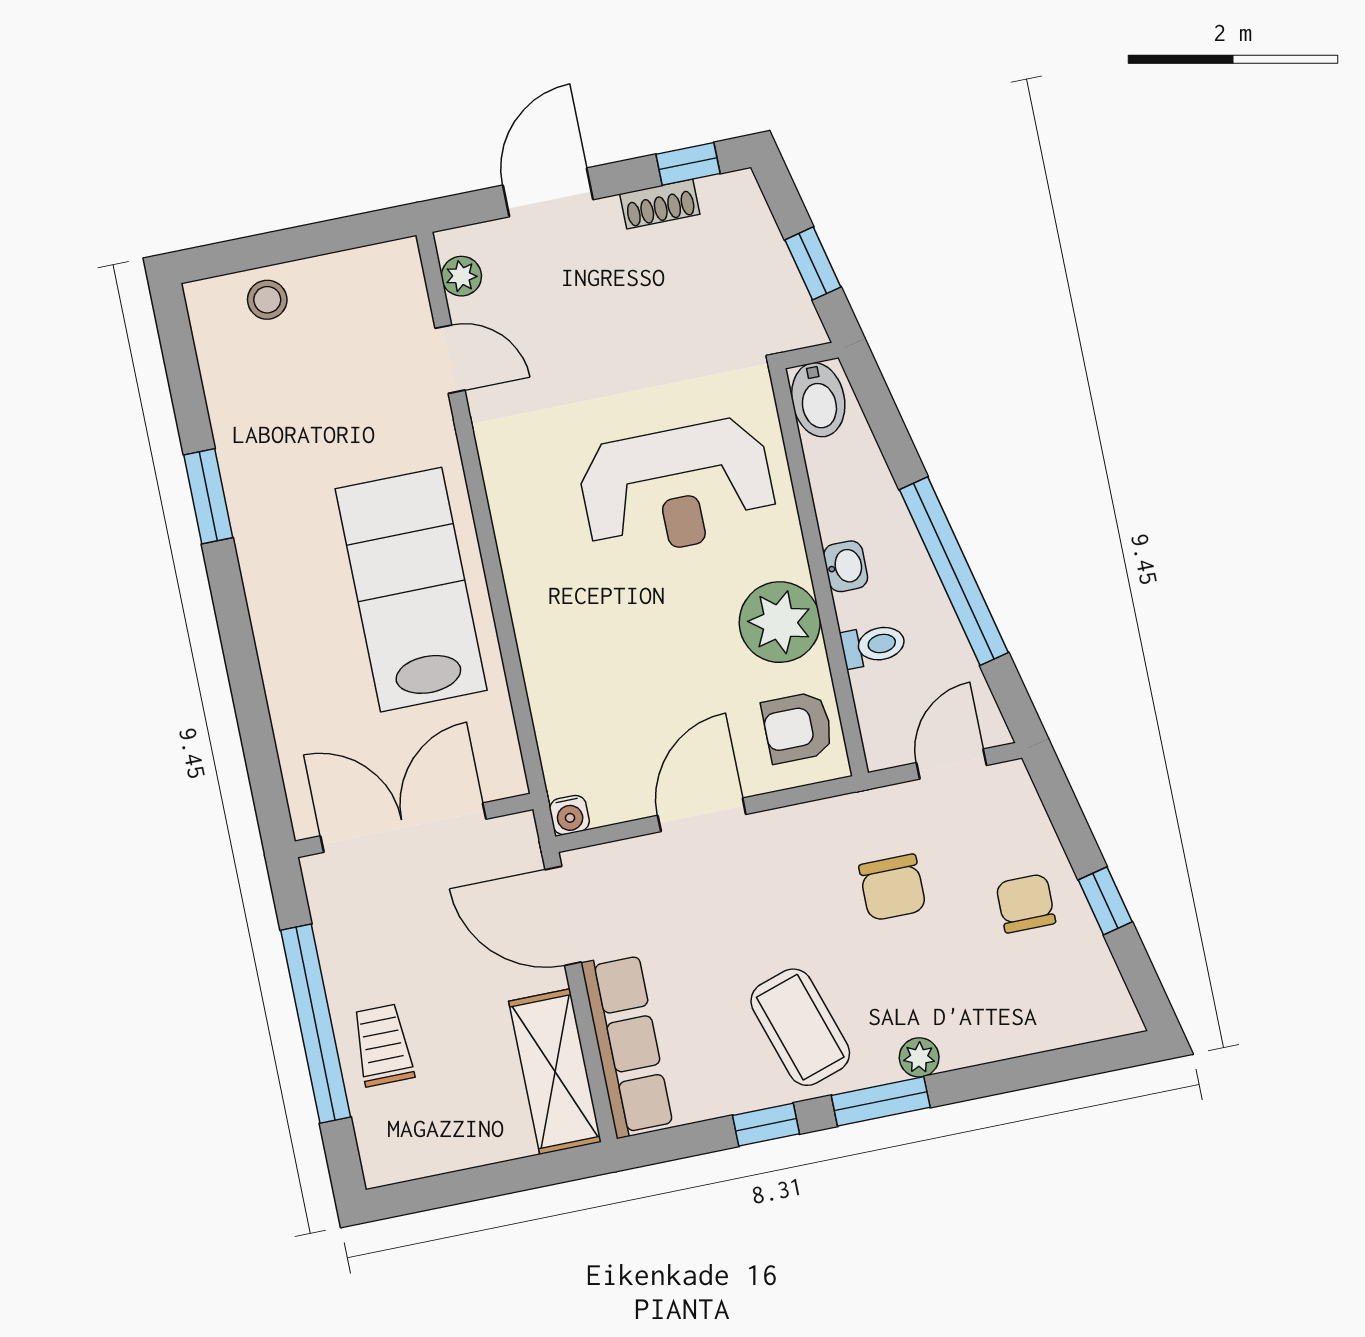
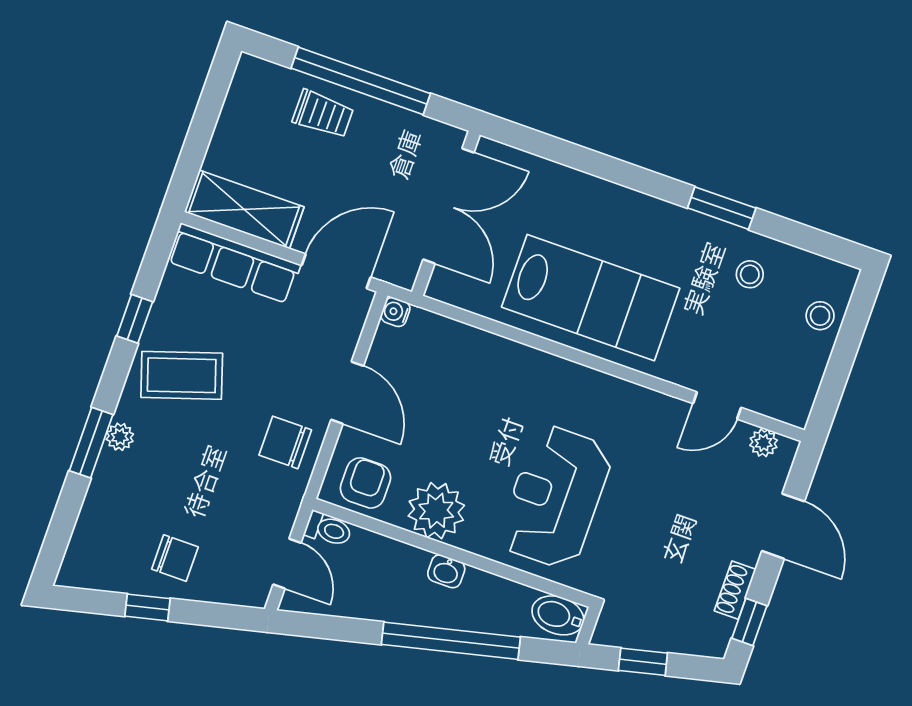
stool: (268, 414) -> (750, 274), added
window: (954, 571) -> (451, 641), moved
toilet: (873, 645) -> (328, 529), moved, turned -90
chair: (892, 888) -> (285, 442), moved
window: (881, 1101) -> (91, 443), moved

